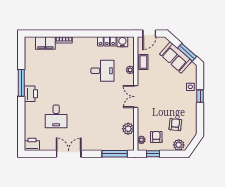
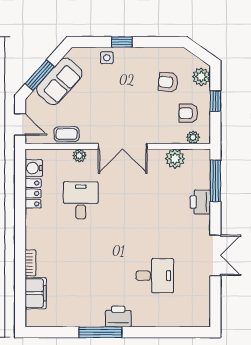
window: (187, 52) -> (40, 75), moved
double door: (136, 97) -> (123, 146), width x1.37
printer: (32, 144) -> (200, 202), moved
double door: (69, 154) -> (215, 255), swing flipped
window: (153, 154) -> (215, 101), moved

